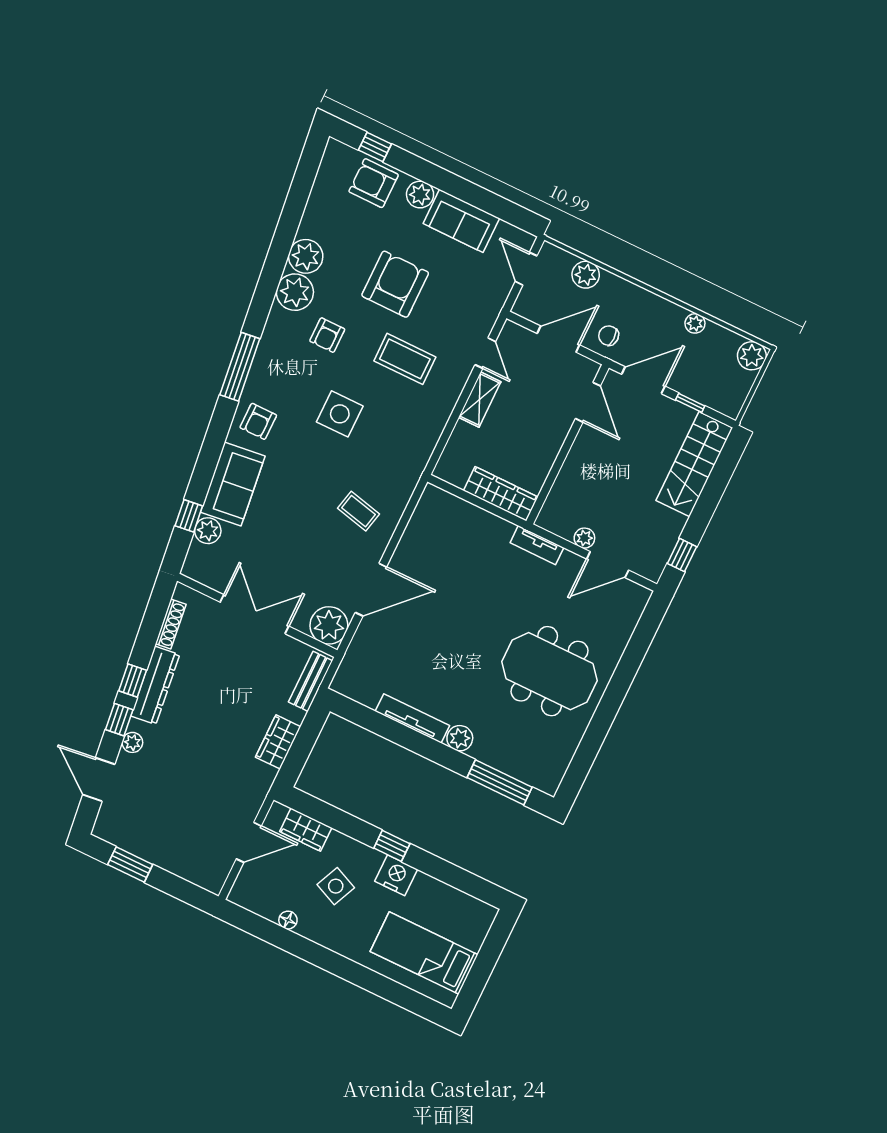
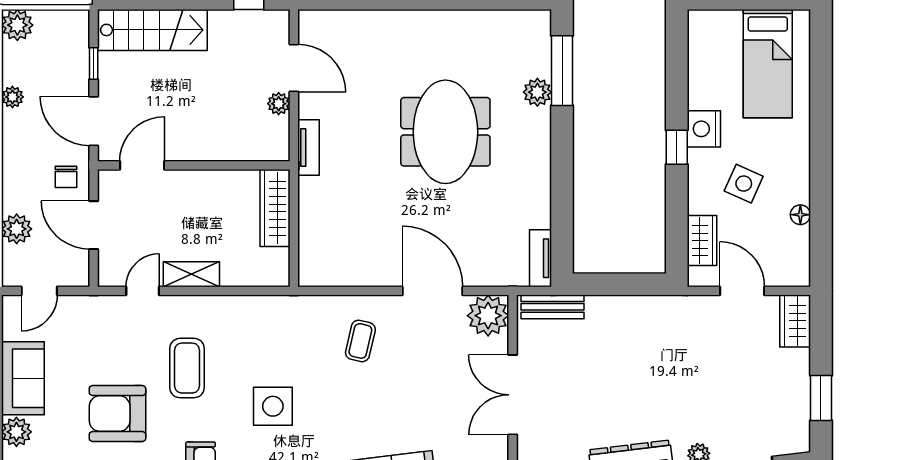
meeting table: (550, 671) -> (445, 132), moved
tv unit: (412, 718) -> (540, 258), moved, width x0.71
plant: (460, 738) -> (537, 92), moved
wardrobe: (278, 742) -> (795, 321), moved, turned 90

